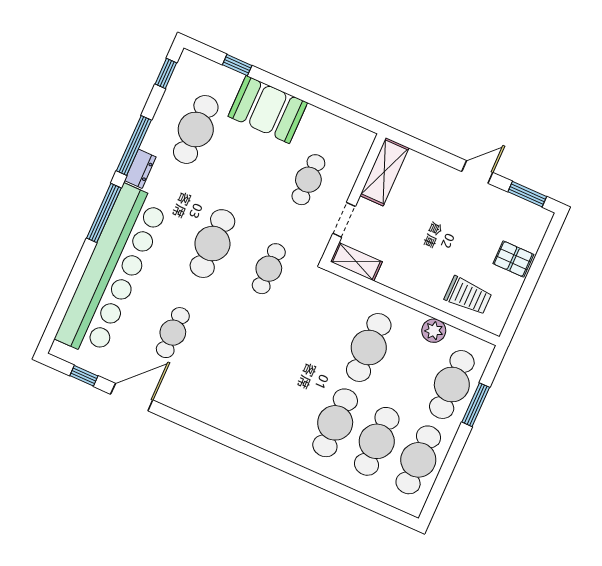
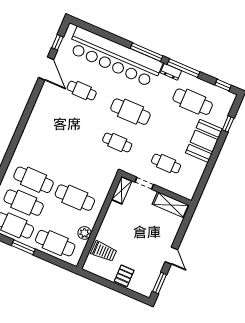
trolley: (468, 296) -> (104, 251), turned -90
window: (476, 405) -> (23, 247), moved

